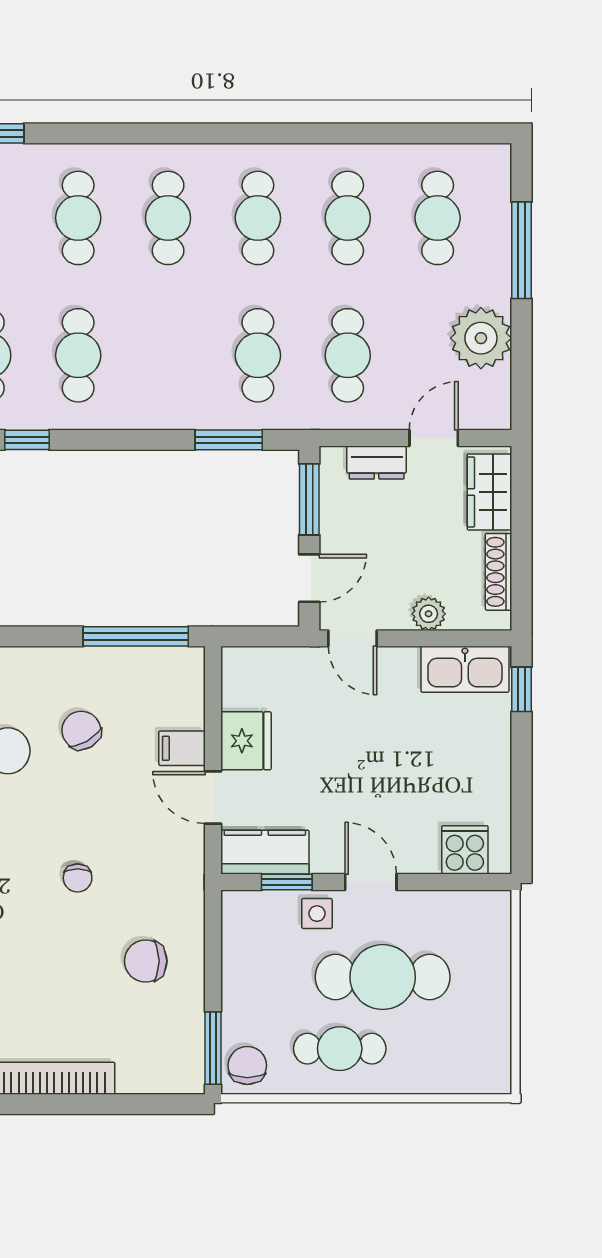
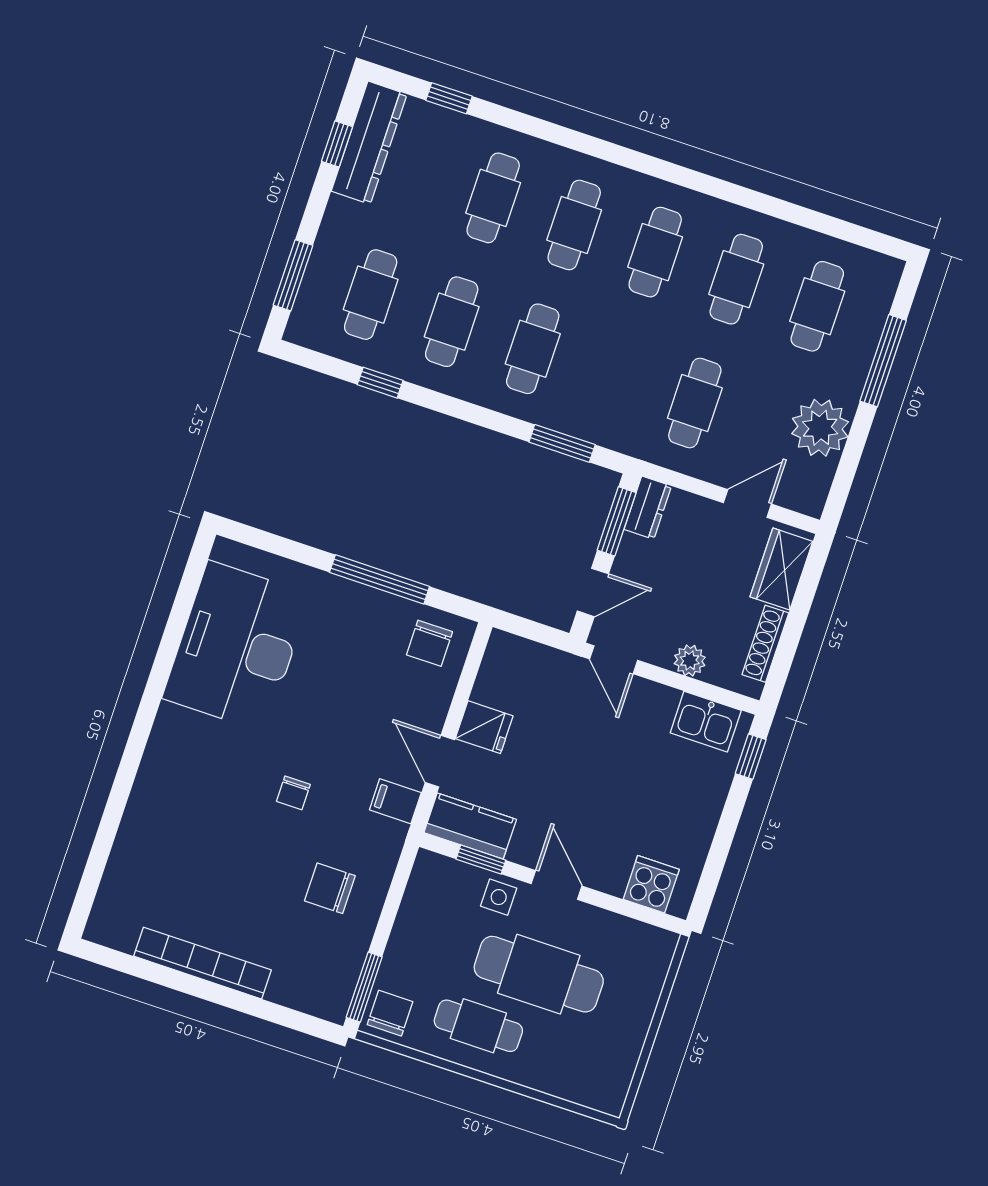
cafe table: (258, 355) -> (533, 349), moved
dresser: (377, 462) -> (648, 508), moved, turned -90
window: (136, 636) -> (380, 579), moved
kitchen sink: (465, 669) -> (706, 722), width x0.73
chair: (81, 730) -> (429, 643), moved, turned -150
fridge: (246, 741) -> (484, 727), width x0.72
filing cabinet: (182, 748) -> (395, 801), moved

